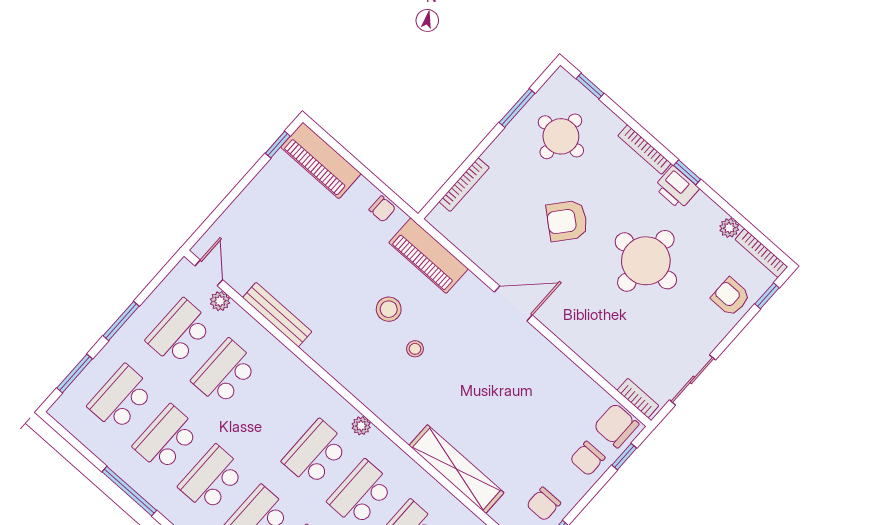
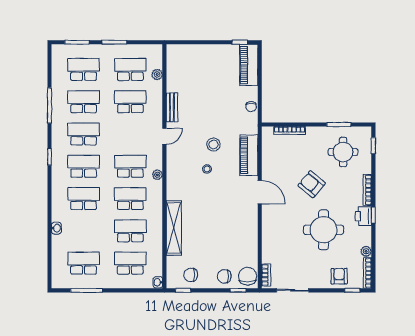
piano: (429, 256) -> (249, 155), moved
door: (209, 273) -> (164, 136), moved
bench: (277, 315) -> (172, 107), width x0.73

